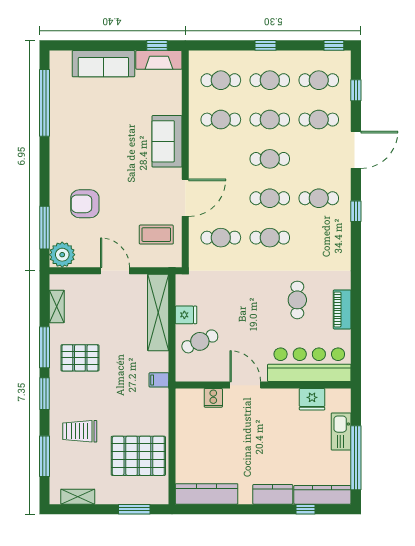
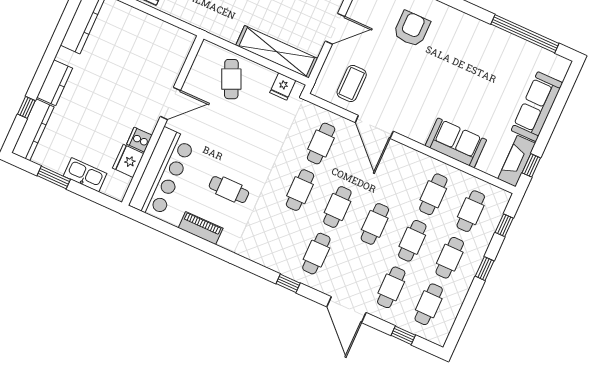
window: (334, 45) -> (504, 225), moved
sofa: (167, 141) -> (456, 143), moved
fridge: (186, 315) -> (283, 86), moved
filing cabinet: (159, 380) -> (212, 24), removed
cooker: (213, 398) -> (139, 140), moved
window: (356, 458) -> (54, 177), width x0.47

